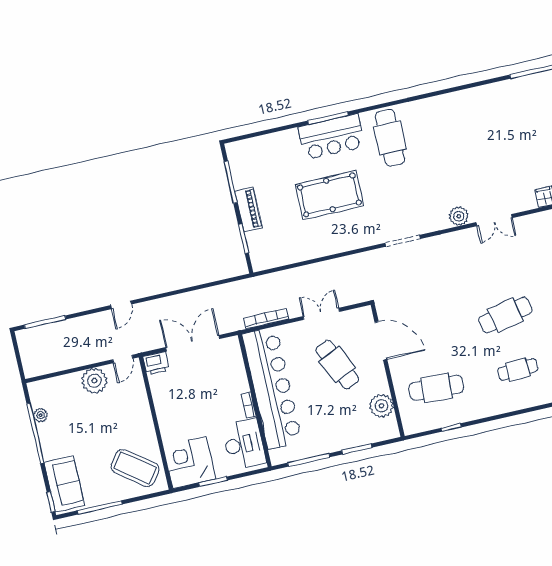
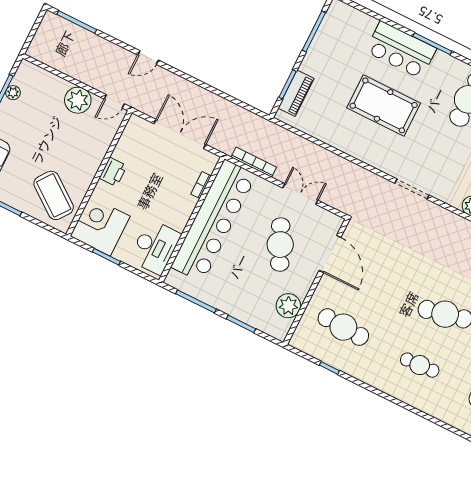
bar counter: (332, 137) -> (401, 50), moved
piano: (248, 209) -> (296, 93), moved
printer: (156, 363) -> (113, 172), moved, turned -90
bookcase: (249, 405) -> (201, 185), moved

